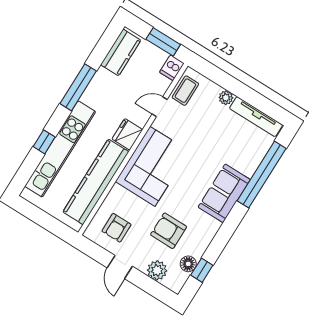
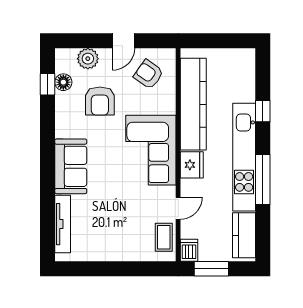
plant: (226, 98) -> (123, 254), removed
tv unit: (256, 117) -> (63, 224), moved, turned 90
kitchen unit: (60, 149) -> (244, 157), moved
window: (262, 175) -> (47, 204), removed
armchair: (117, 228) -> (149, 74), turned -55
armchair: (169, 231) -> (100, 101), turned 90
door: (120, 267) -> (123, 41), swing flipped

